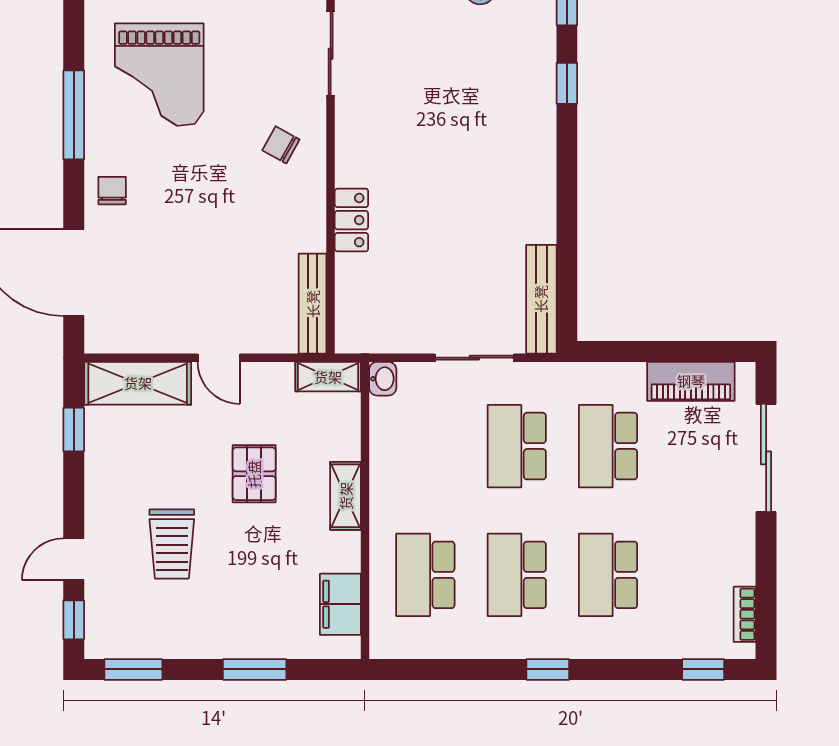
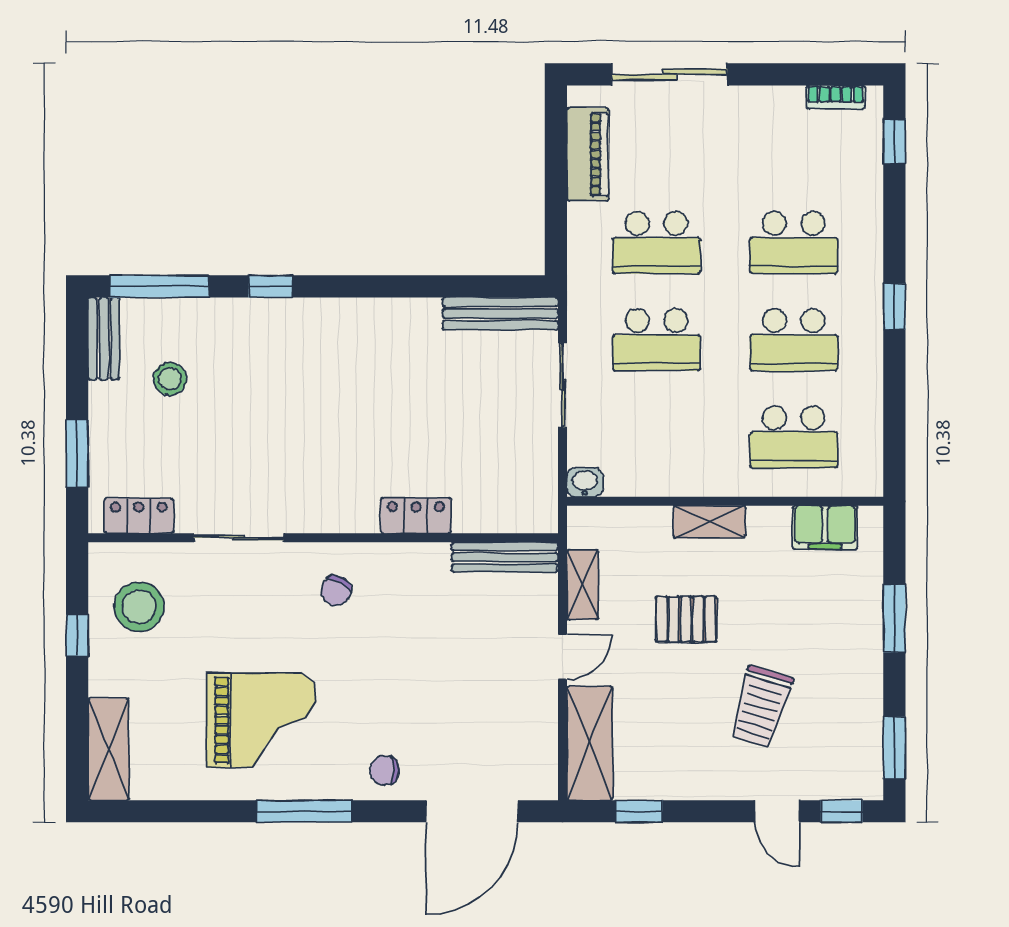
shelving: (328, 377) -> (583, 585), moved
trolley: (172, 544) -> (761, 707), turned 107

